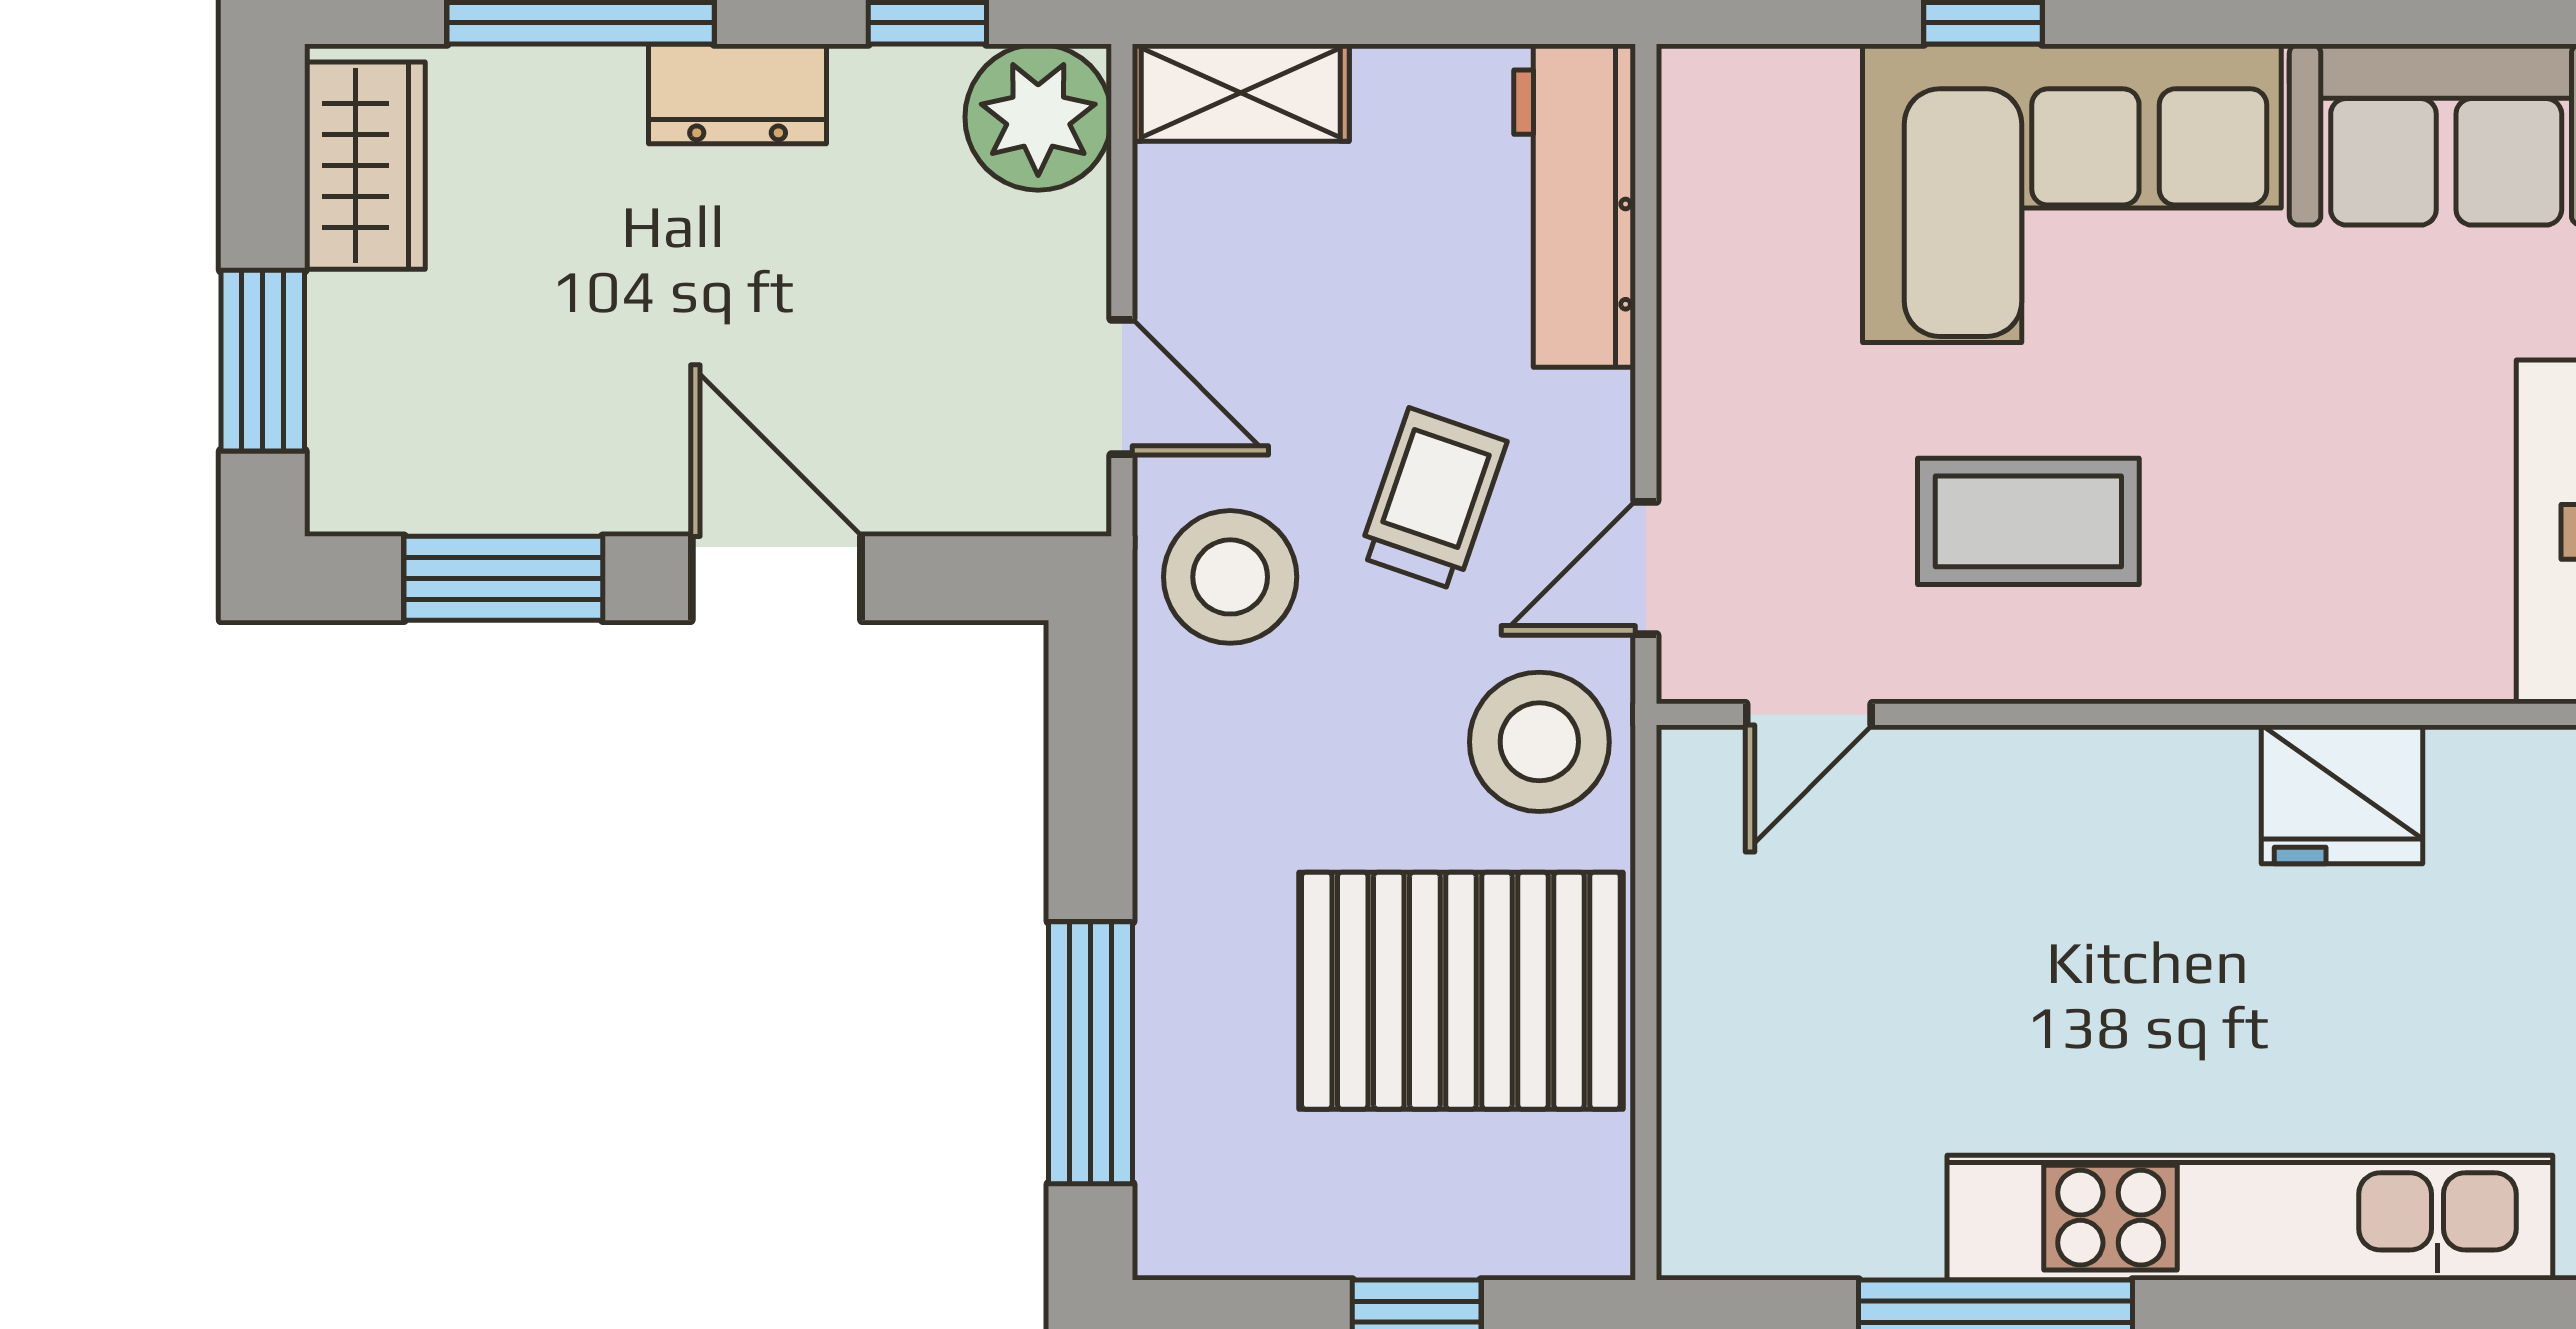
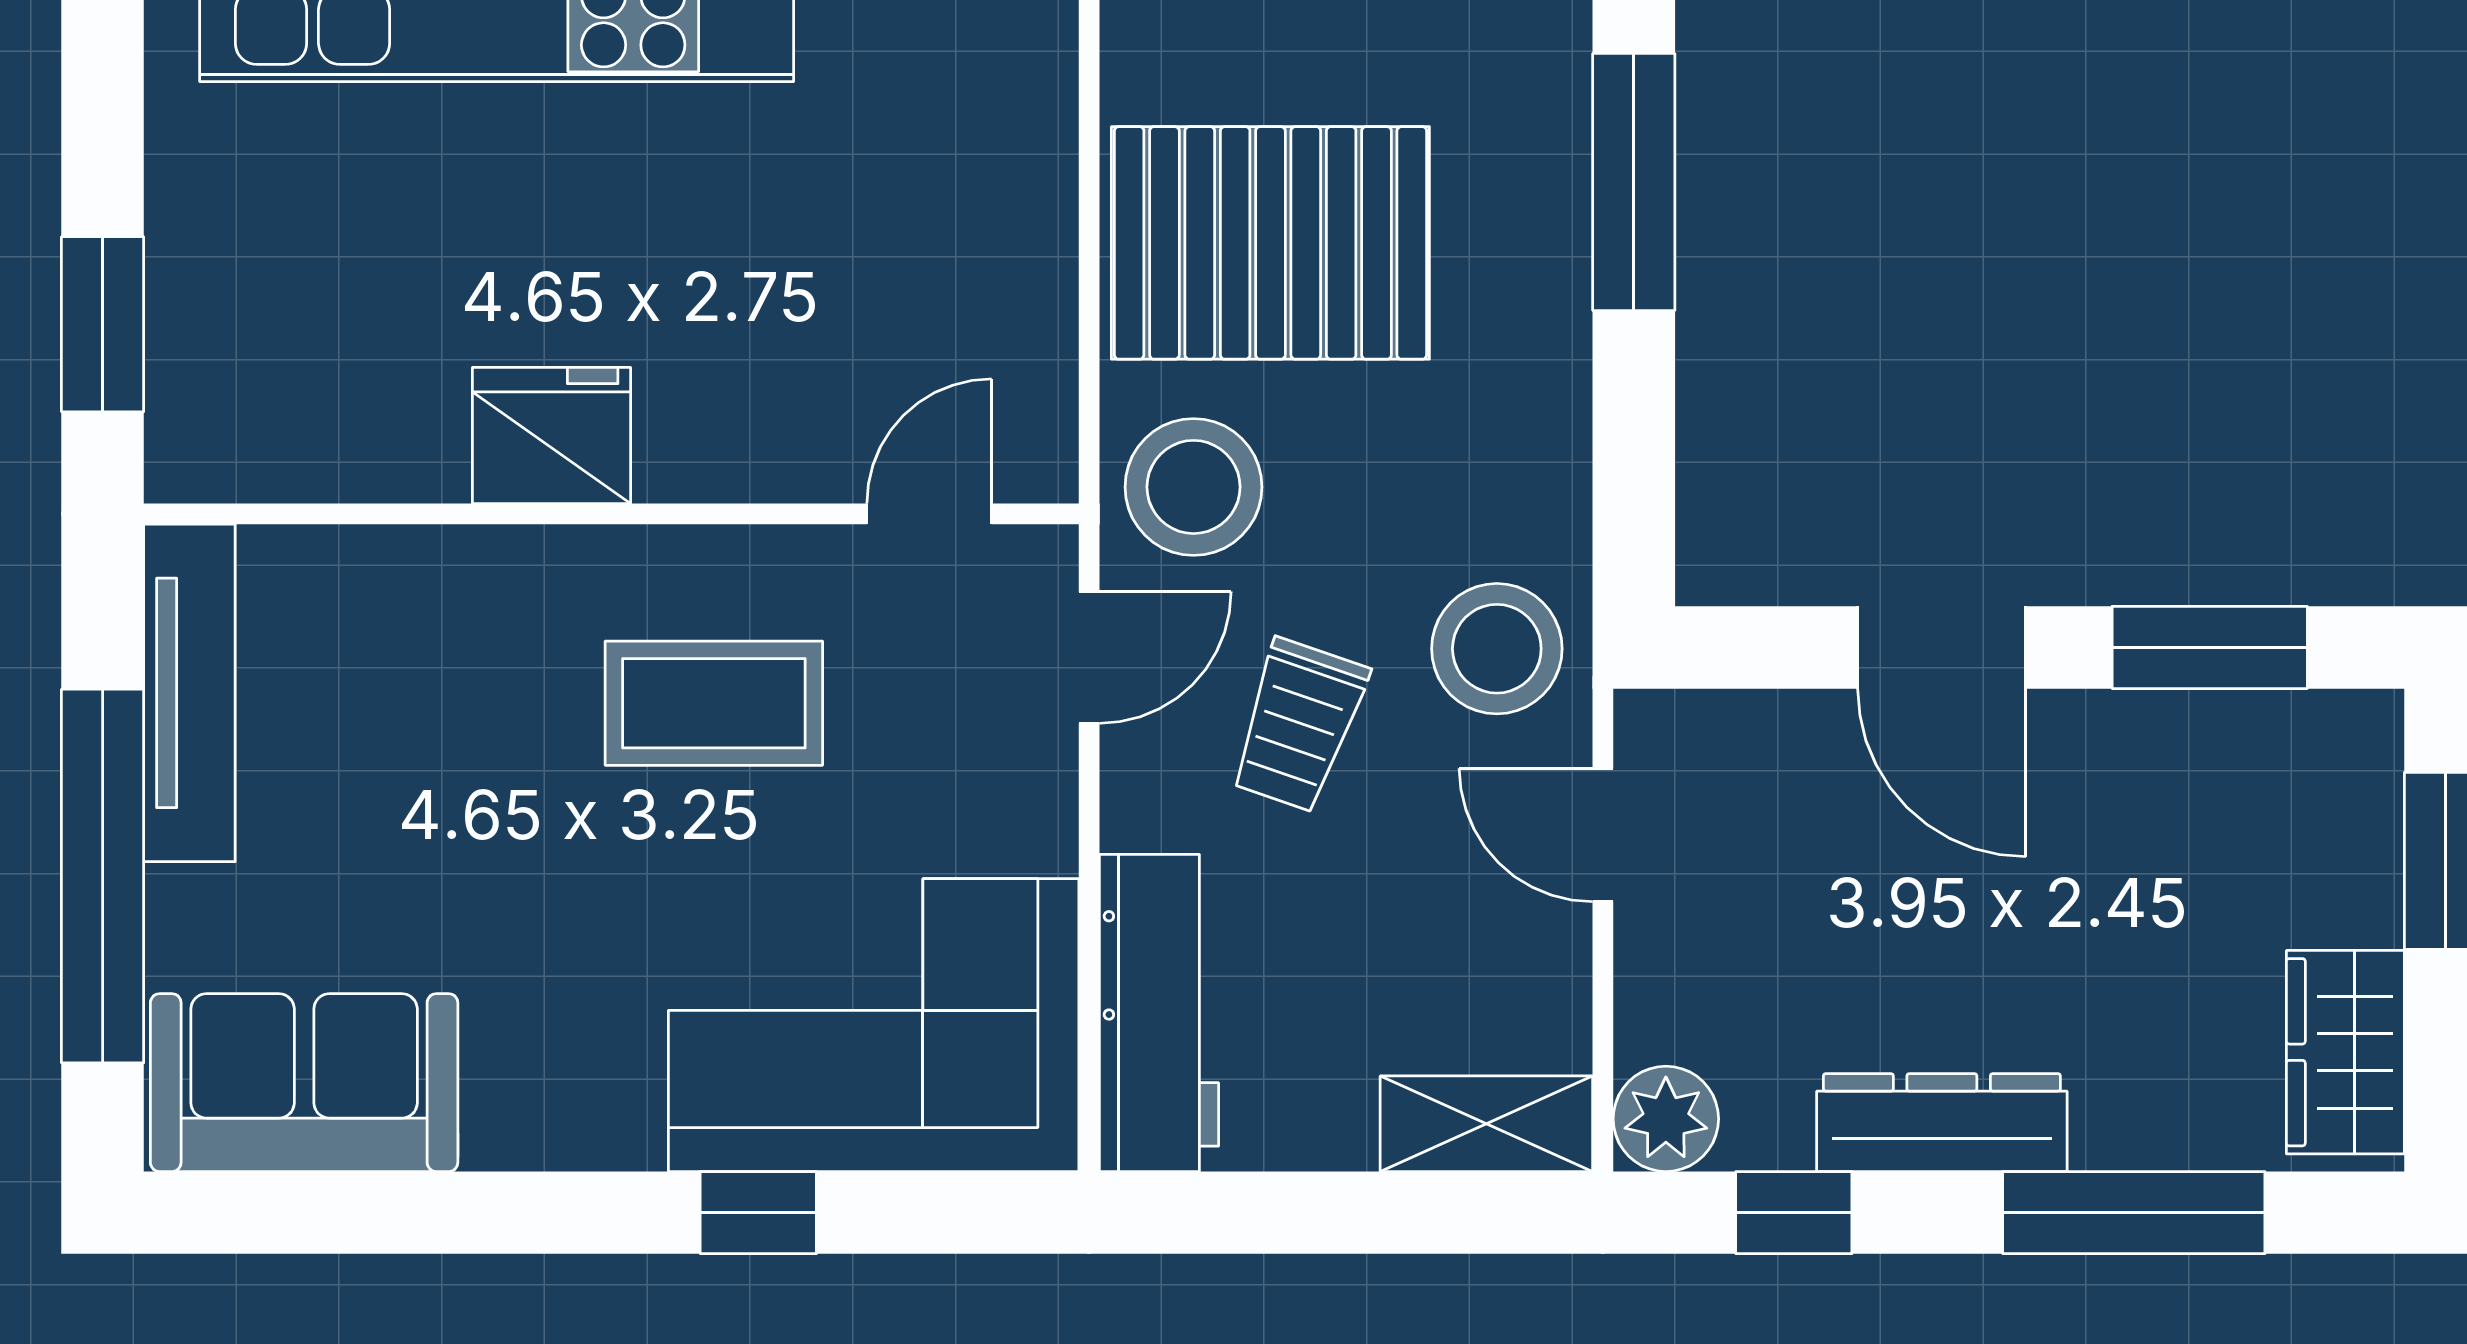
dresser: (738, 94) -> (1942, 1123), width x1.44
plant: (1038, 117) -> (1666, 1119), width x0.73, depth x0.73
corner sofa: (2072, 193) -> (874, 1025), moved
fridge: (2342, 794) -> (552, 435), moved

